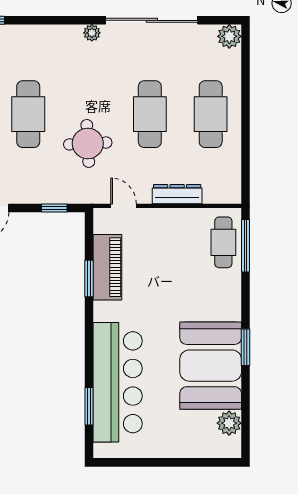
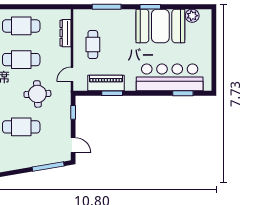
dresser: (177, 194) -> (65, 33), moved
cafe table: (223, 242) -> (93, 45), moved, turned 90
window: (245, 246) -> (107, 7), moved

